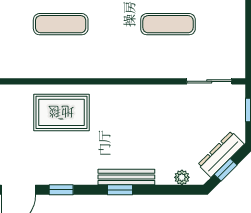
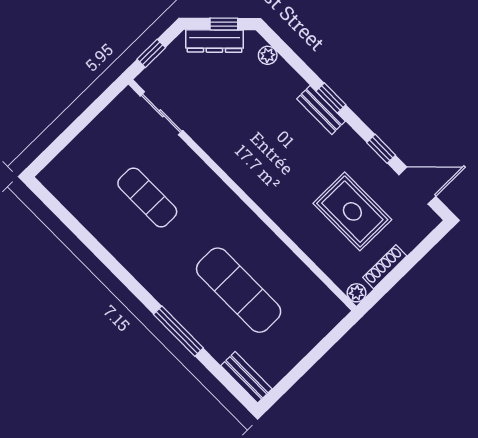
exercise mat: (61, 24) -> (239, 290), width x1.36, depth x1.45
rug: (61, 112) -> (352, 211), moved
bench: (126, 177) -> (321, 110), width x0.73

